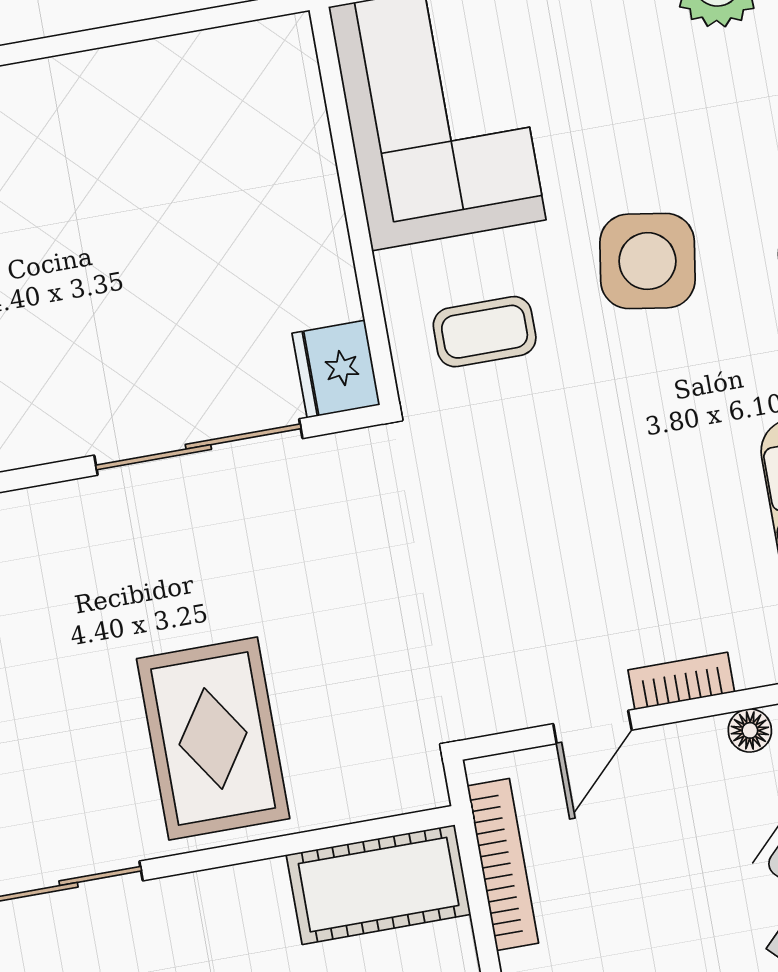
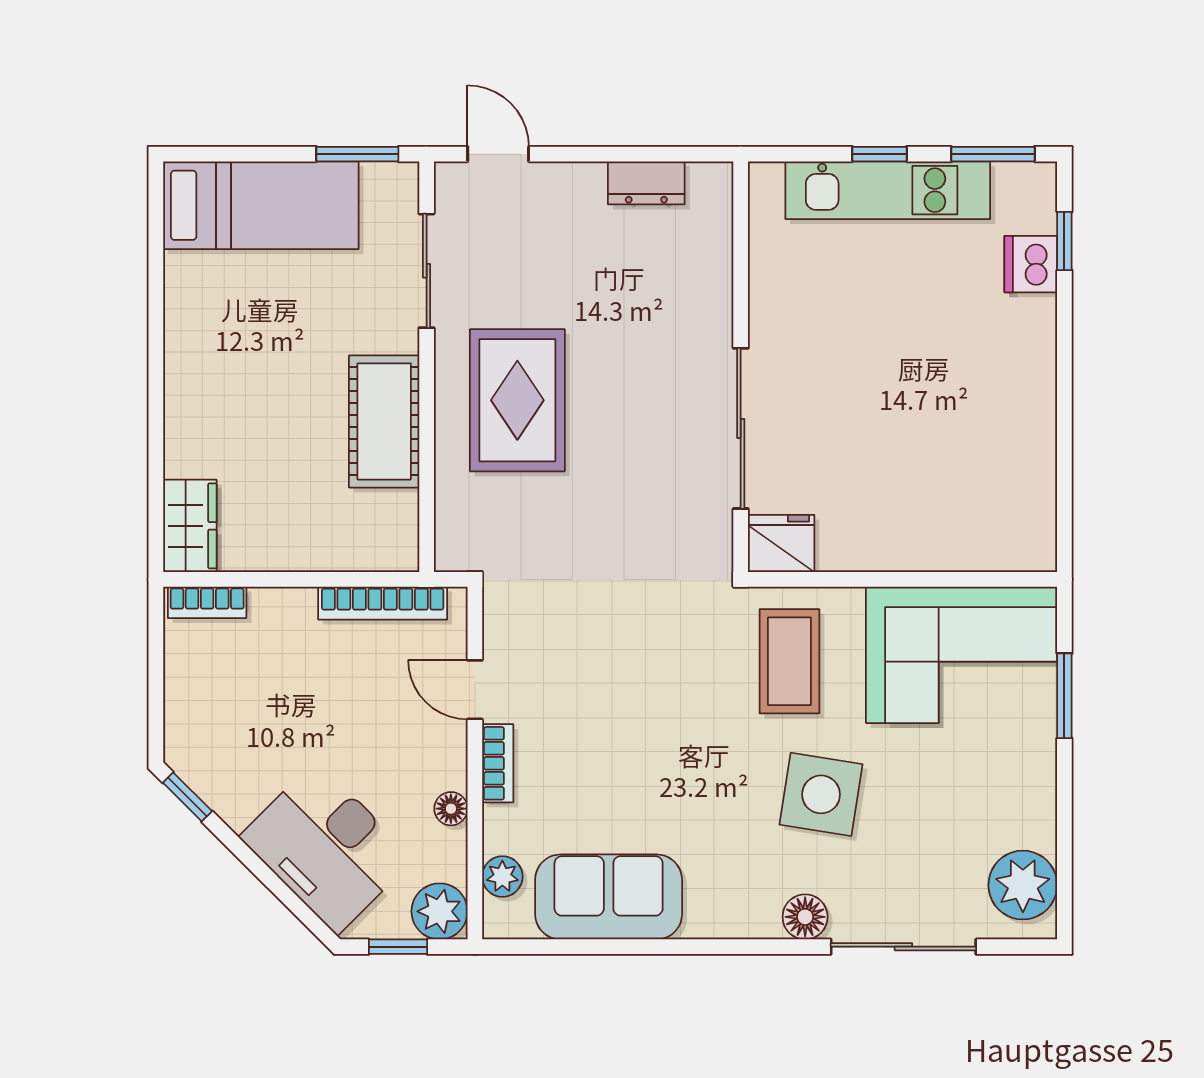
coffee table: (485, 332) -> (789, 661), width x1.36, depth x1.30
rug: (213, 739) -> (517, 400), turned 90
cot: (379, 885) -> (384, 421), moved

